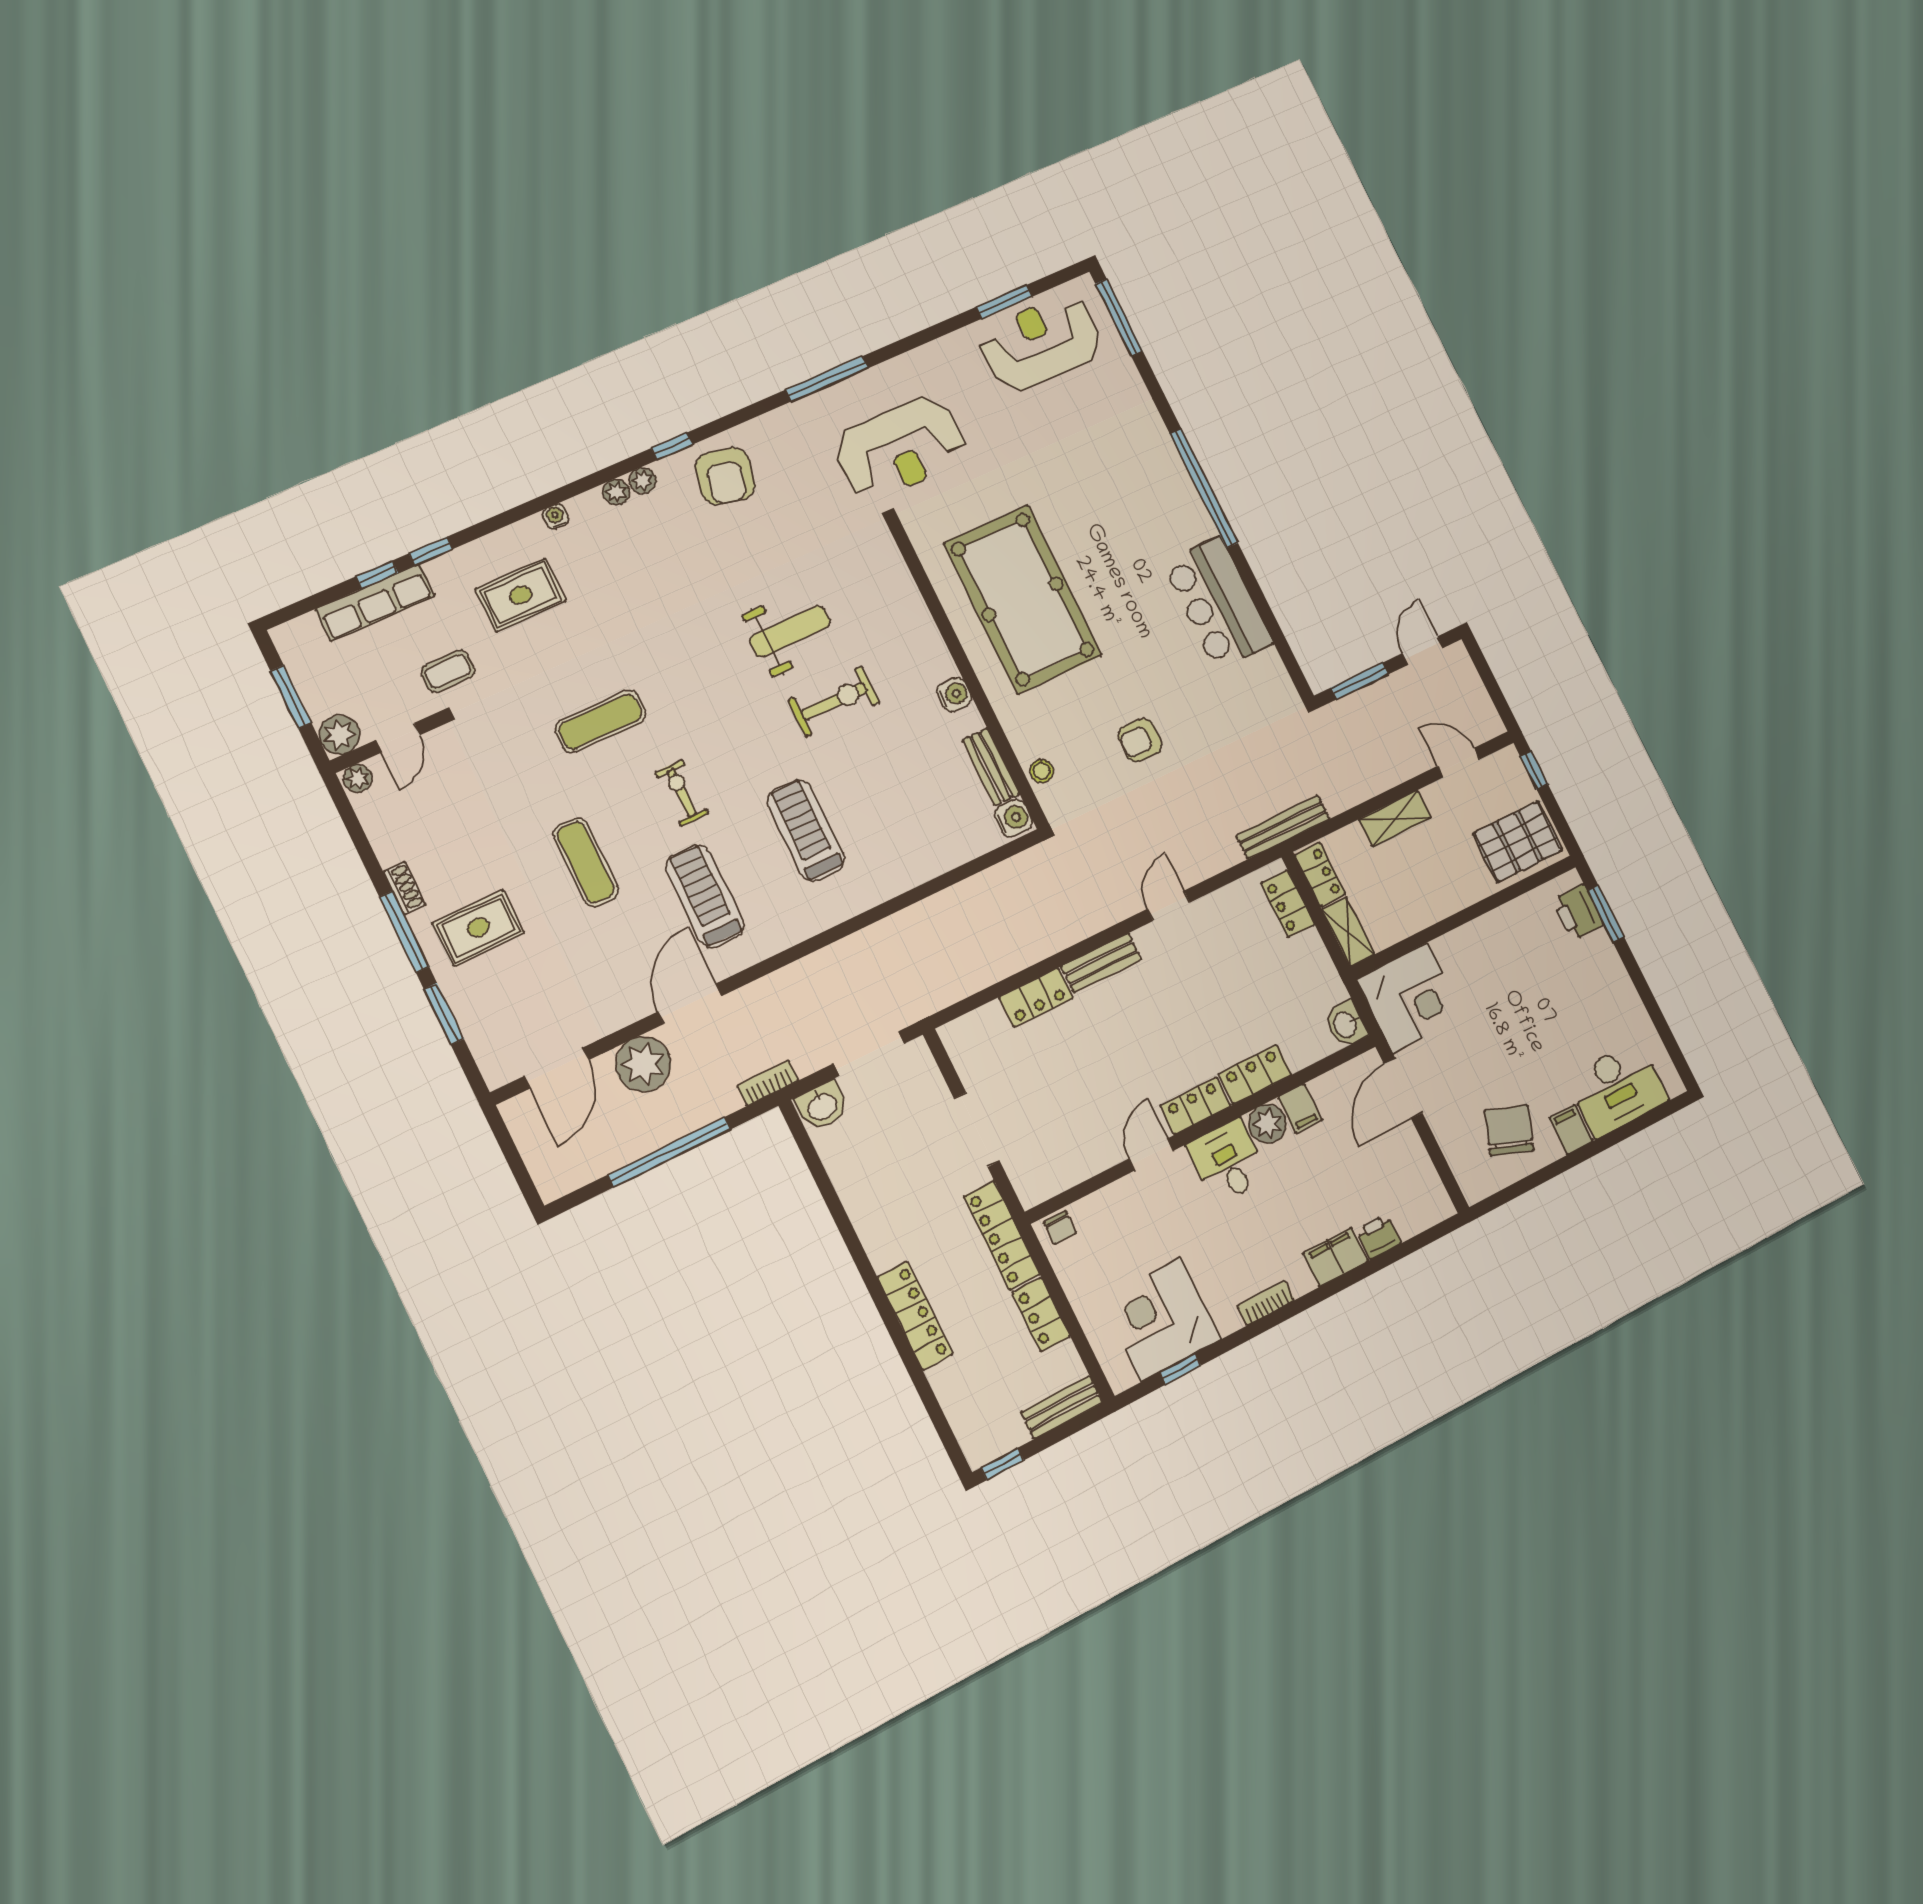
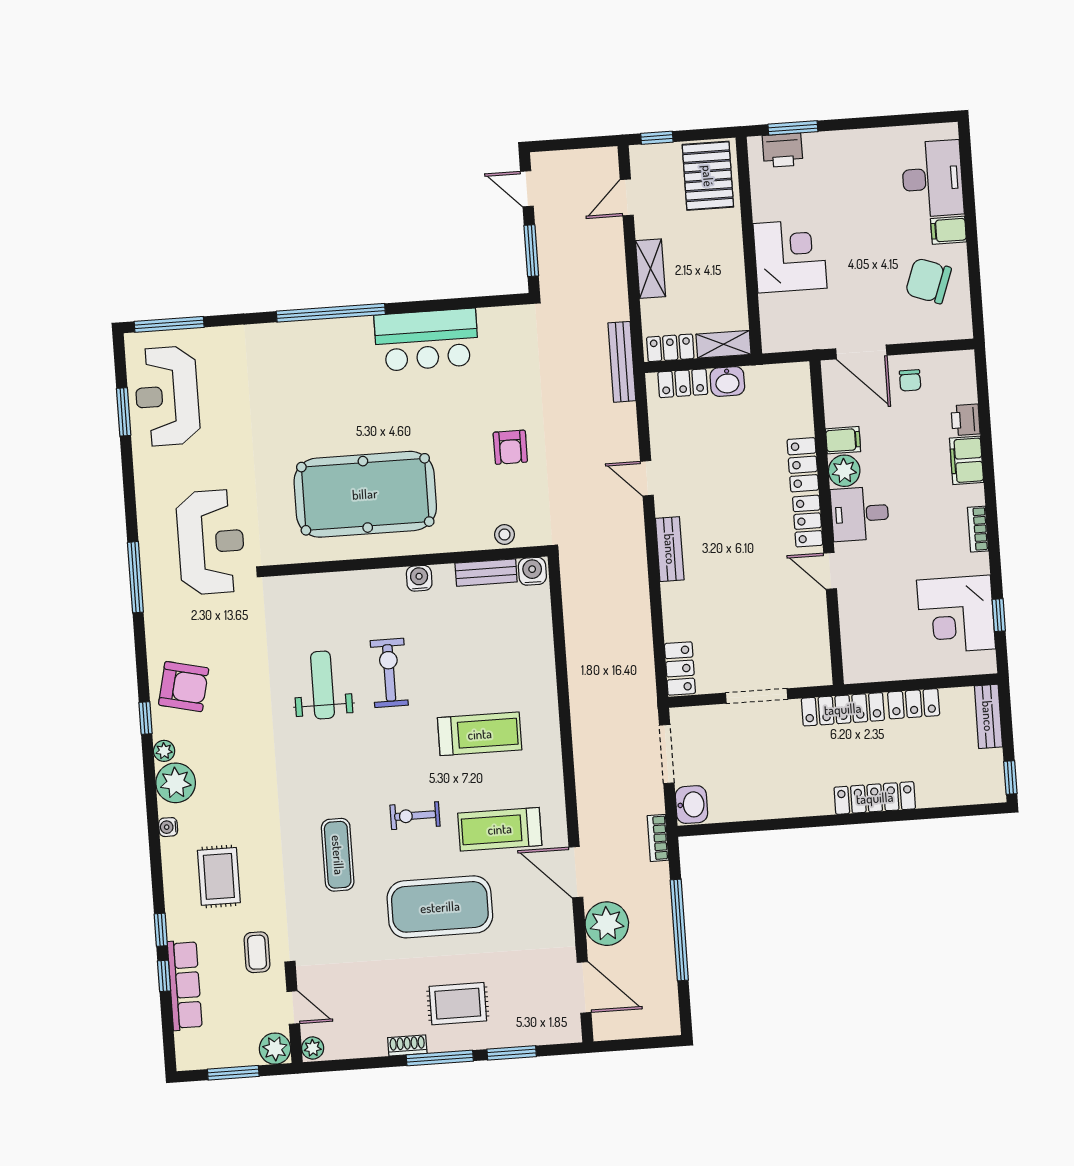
plant: (616, 492) -> (176, 783), width x1.88, depth x1.88
treadmill: (806, 830) -> (480, 734), turned 180
exercise mat: (586, 862) -> (440, 907), width x2.00, depth x1.45
rug: (478, 928) -> (458, 1004), turned 90
locker: (1036, 997) -> (680, 668), moved
corner desk: (1410, 998) -> (790, 256), moved
washbasin: (1346, 1024) -> (727, 381), moved
chair: (1060, 1228) -> (910, 380), moved, turned 90

